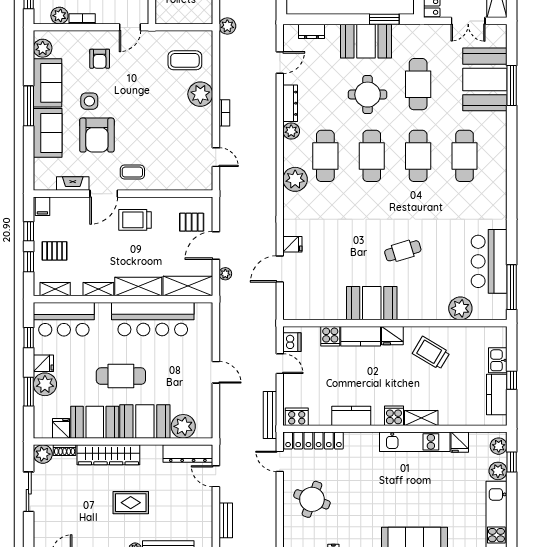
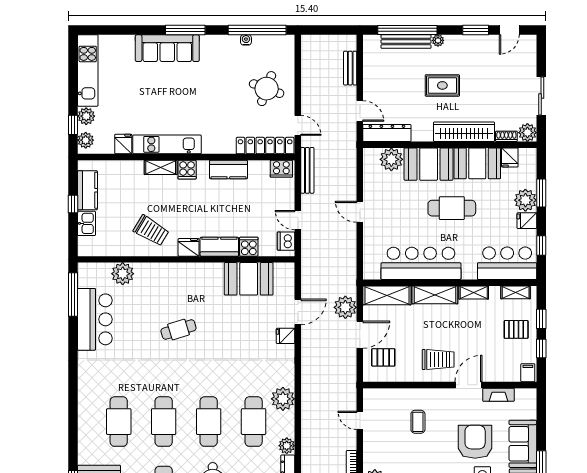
coffee table: (132, 172) -> (418, 422), moved, turned 90
plant: (225, 274) -> (345, 307), width x1.87, depth x1.87
booth: (372, 303) -> (249, 279), moved

